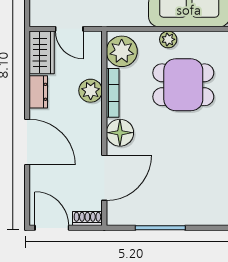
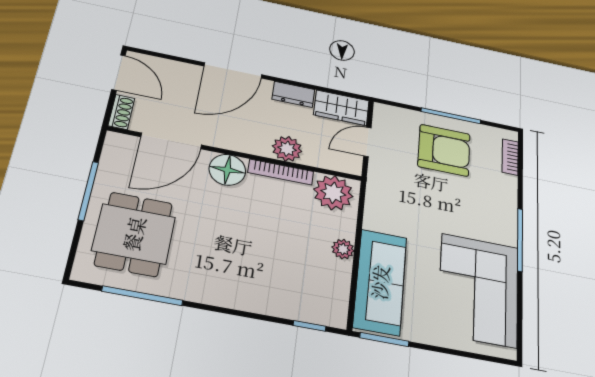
dining table: (183, 85) -> (134, 234), moved
door: (104, 178) -> (171, 141), hinge flipped
door: (52, 228) -> (119, 73), hinge flipped

